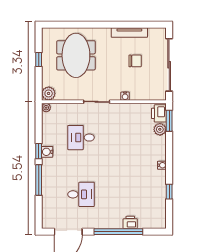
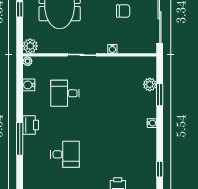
printer: (159, 113) -> (31, 125), moved, turned 180
window: (169, 121) -> (160, 95), moved
window: (39, 151) -> (20, 108), removed
water cooler: (47, 152) -> (29, 85), moved
window: (169, 192) -> (160, 169), moved

